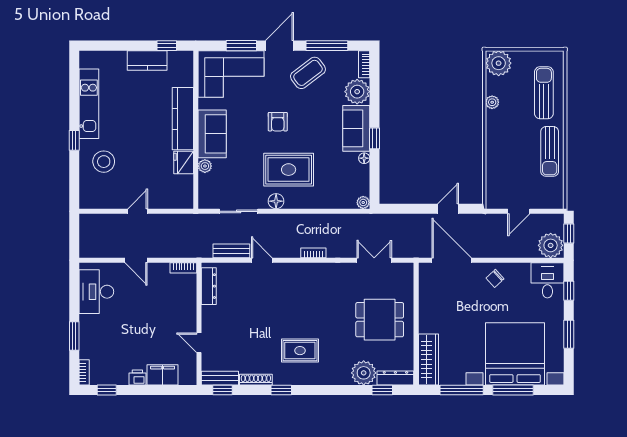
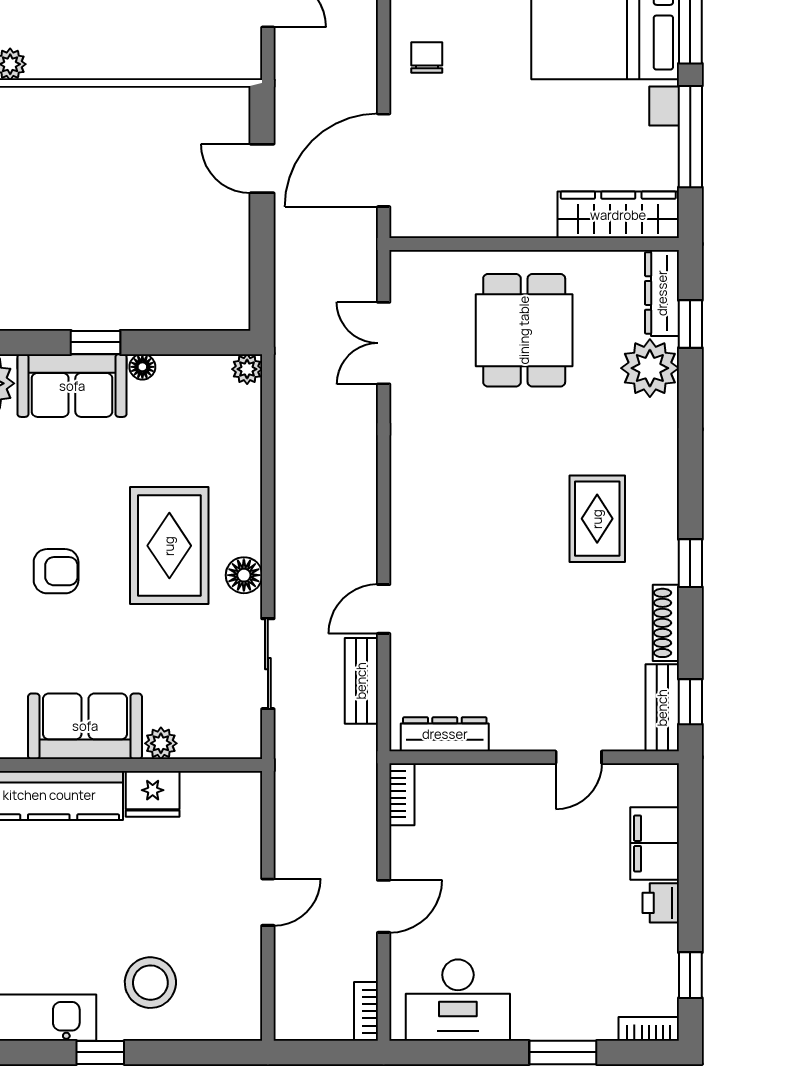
door: (138, 211) -> (268, 902), swing flipped
bookcase: (313, 253) -> (366, 1011), moved
chair: (495, 278) -> (427, 58), turned -137

